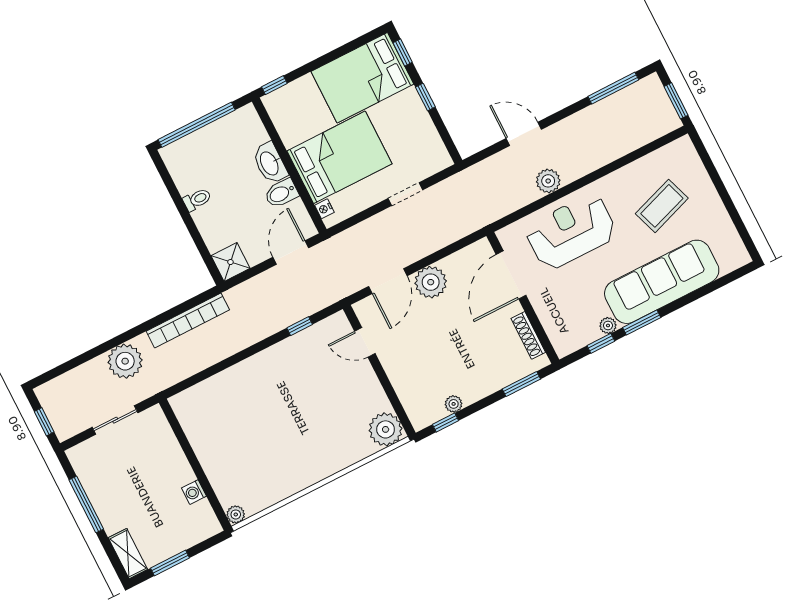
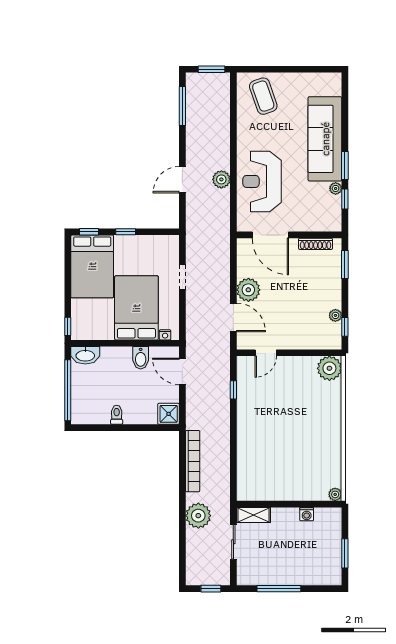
washbasin: (270, 163) -> (85, 355), moved
coffee table: (662, 206) -> (263, 96), moved
shelving: (128, 554) -> (253, 515), moved

